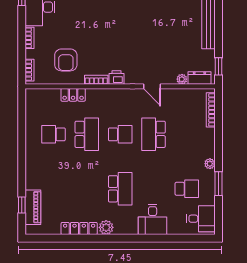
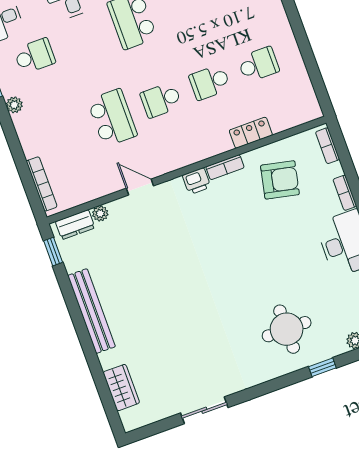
armchair: (66, 60) -> (280, 180), turned 102
school desk: (87, 134) -> (210, 82), width x0.54
school desk: (187, 189) -> (35, 56), turned 180

